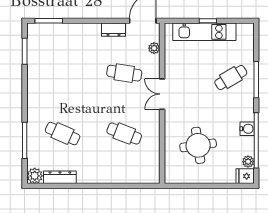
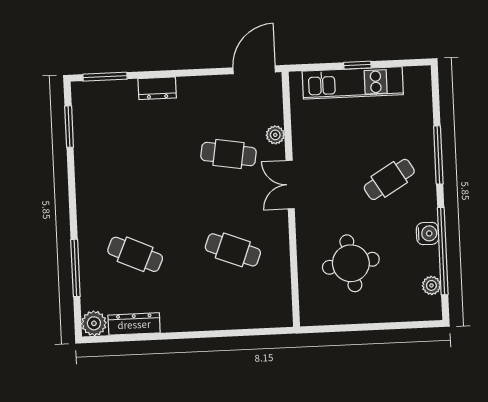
dresser: (113, 30) -> (157, 88), moved
plant: (154, 48) -> (275, 135), moved
cafe table: (231, 78) -> (389, 179), moved
fridge: (245, 176) -> (428, 309), removed

